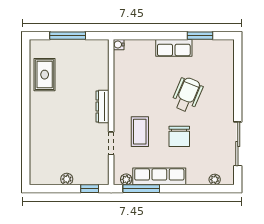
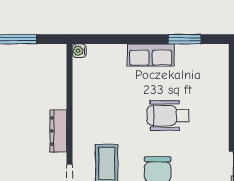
wheelchair: (187, 95) -> (168, 116), turned -113

